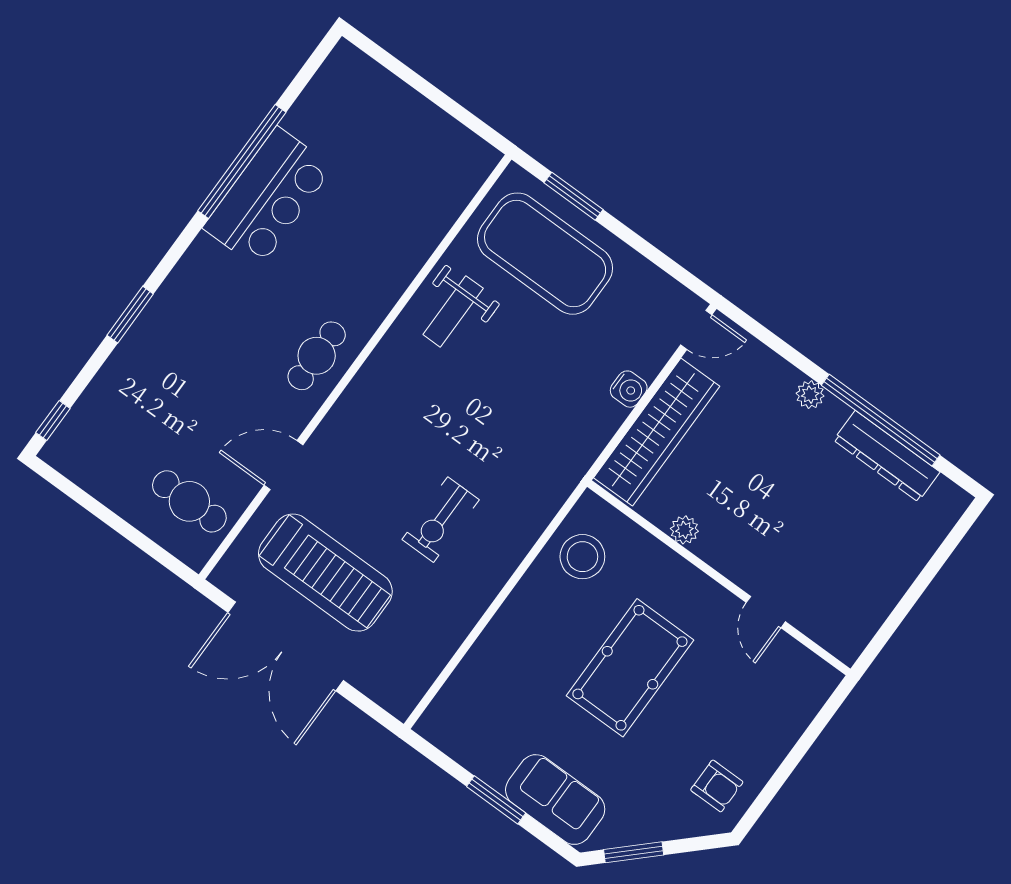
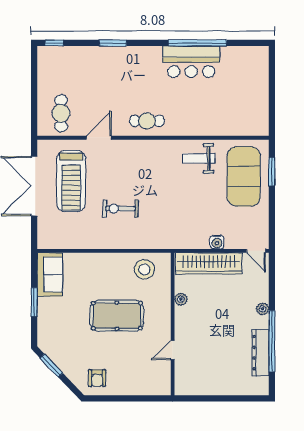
door: (284, 465) -> (99, 138), hinge flipped
sofa: (555, 800) -> (50, 274), moved

